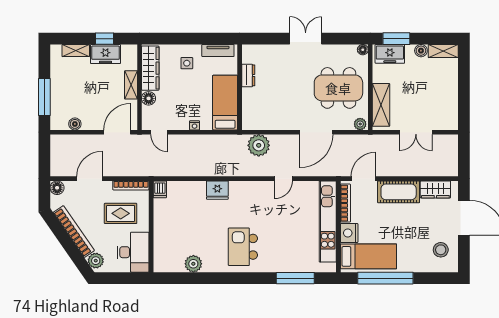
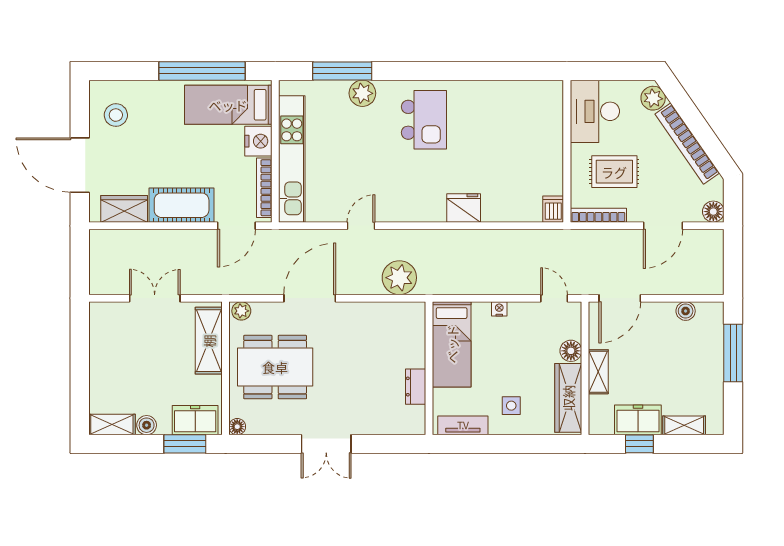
plant: (193, 264) -> (362, 93), moved

